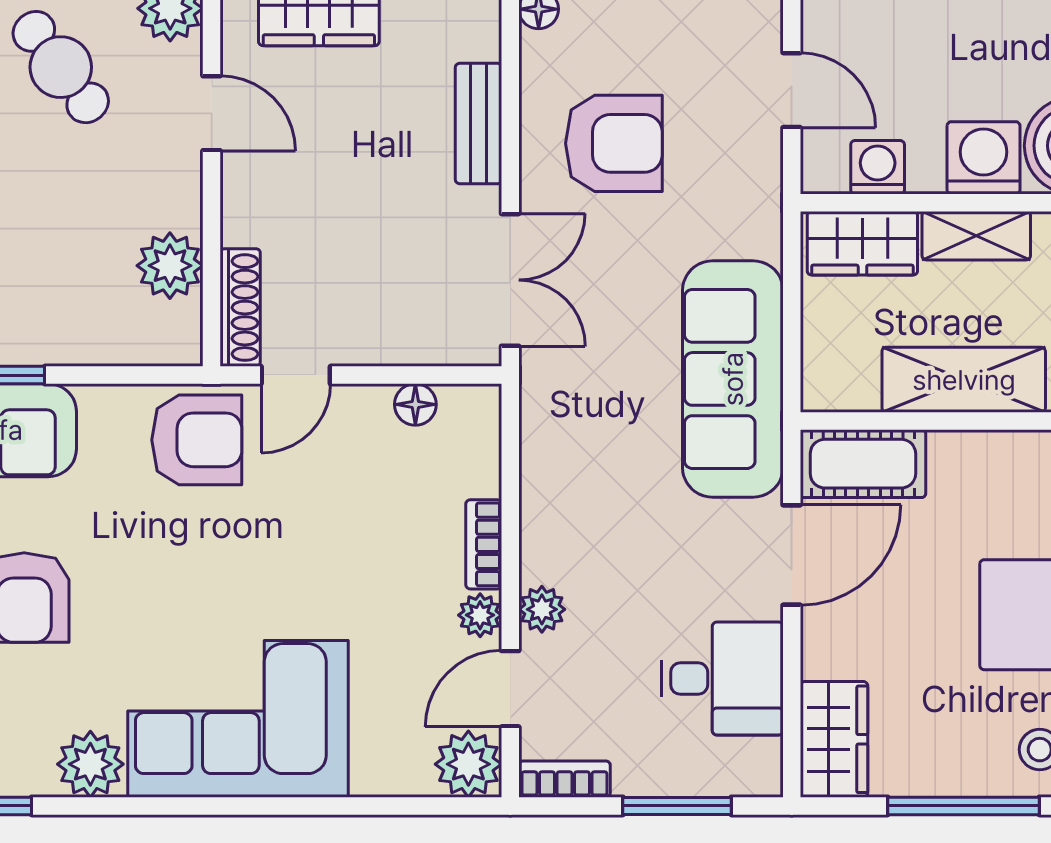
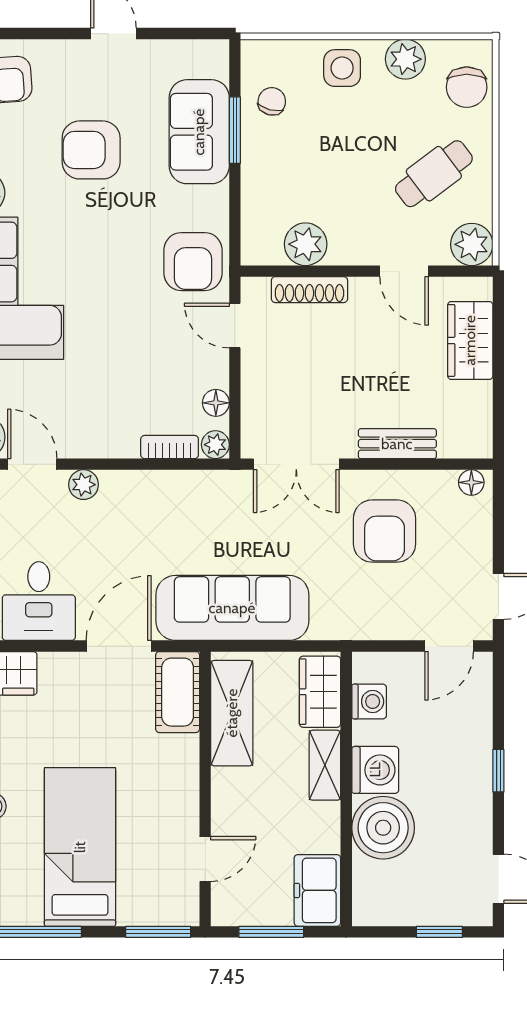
door: (792, 90) -> (449, 646), moved
door: (212, 113) -> (404, 271), hinge flipped
shoe rack: (240, 308) -> (309, 290), moved
shelving: (964, 380) -> (232, 713), moved
bookcase: (484, 544) -> (170, 447), moved
door: (792, 555) -> (119, 646), swing flipped
plant: (480, 615) -> (215, 445), moved

